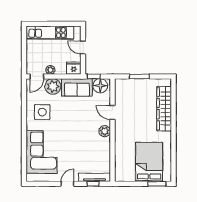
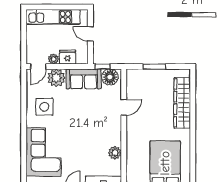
fridge: (74, 68) -> (68, 57), moved
door: (112, 113) -> (124, 107), swing flipped
plant: (105, 131) -> (115, 153), moved

